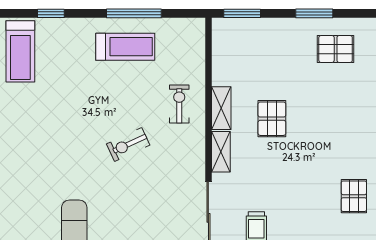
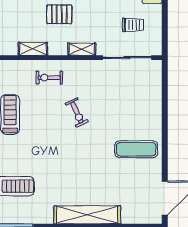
shelving: (221, 108) -> (33, 49), moved

